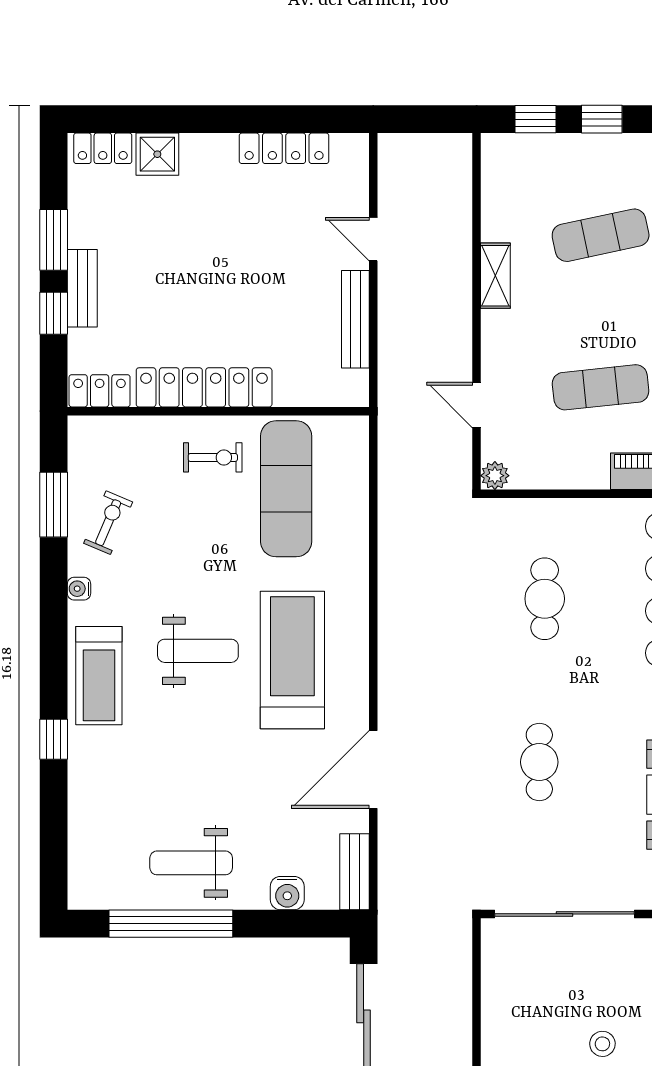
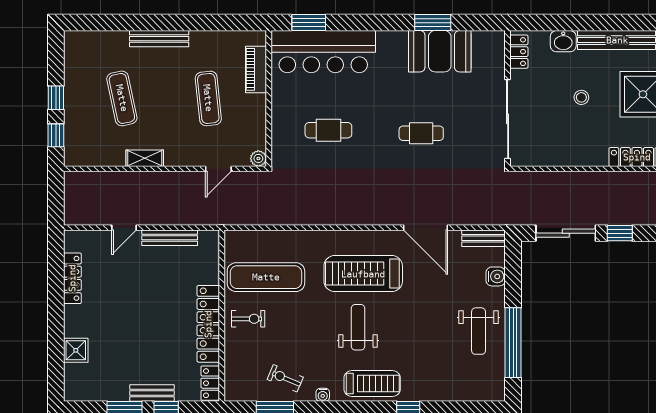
locker: (103, 148) -> (72, 381), removed
exercise bike: (213, 457) -> (248, 319), turned 90

